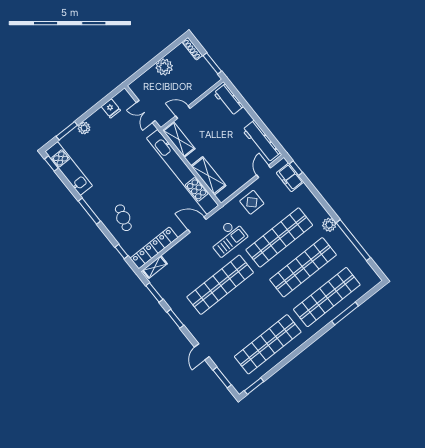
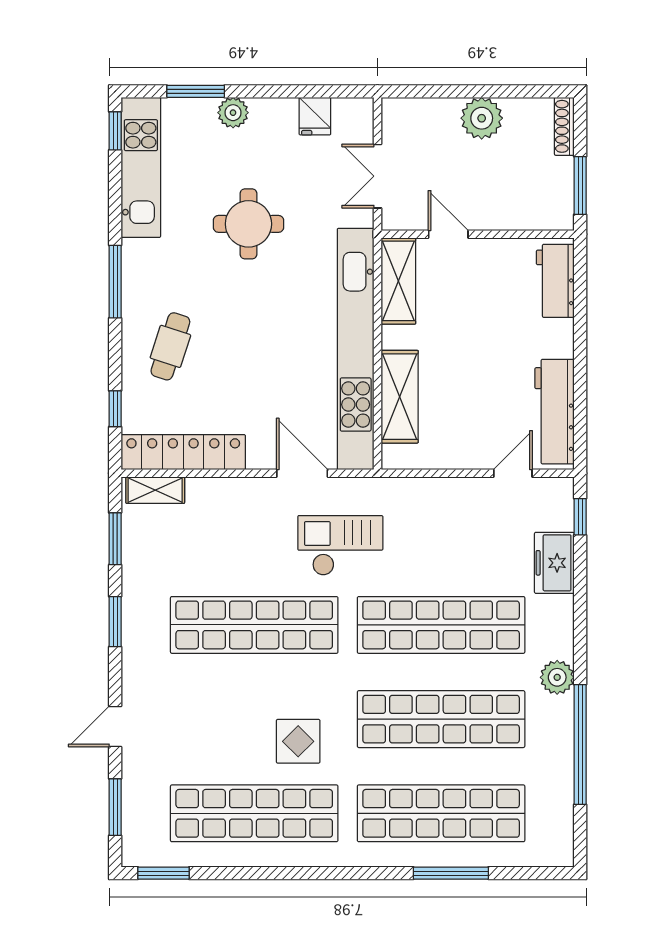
round table: (117, 159) -> (248, 224), added
freezer: (290, 177) -> (554, 563), moved
display table: (252, 202) -> (298, 741), moved
checkout: (227, 238) -> (340, 545), turned 180

